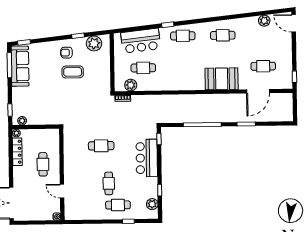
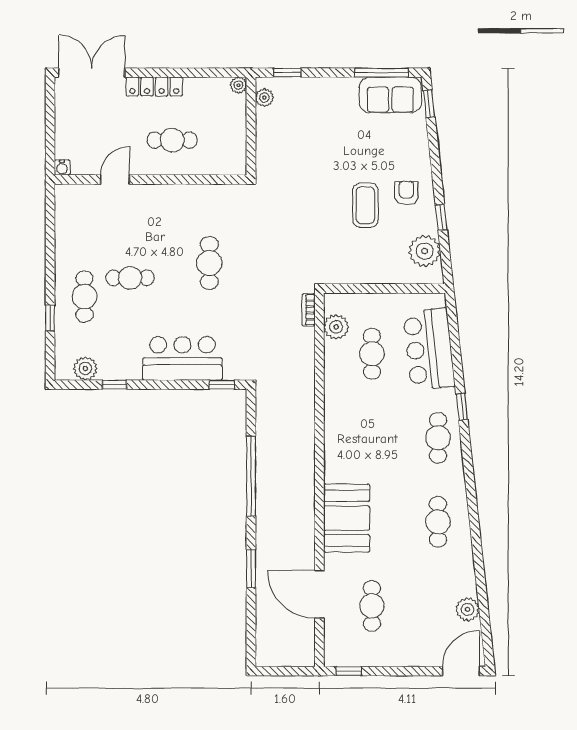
sofa: (20, 66) -> (390, 95), width x0.73
locker: (17, 152) -> (154, 87), moved

